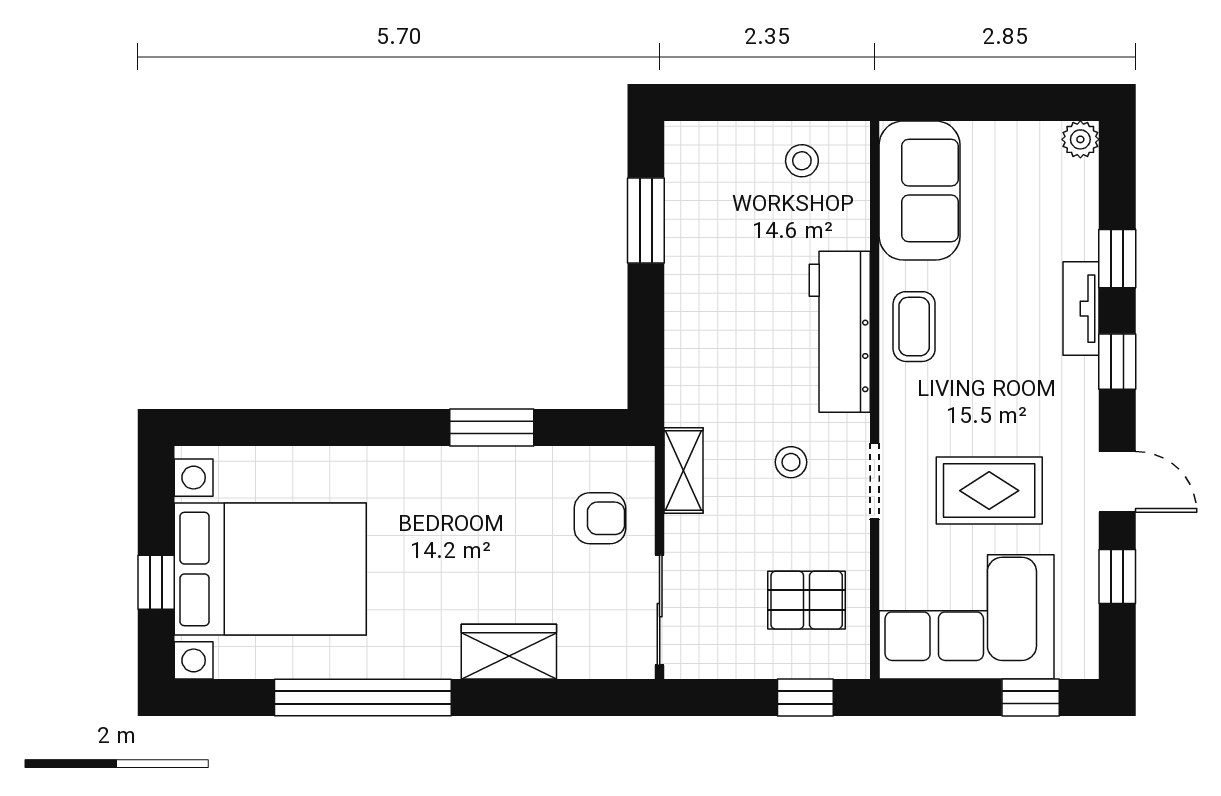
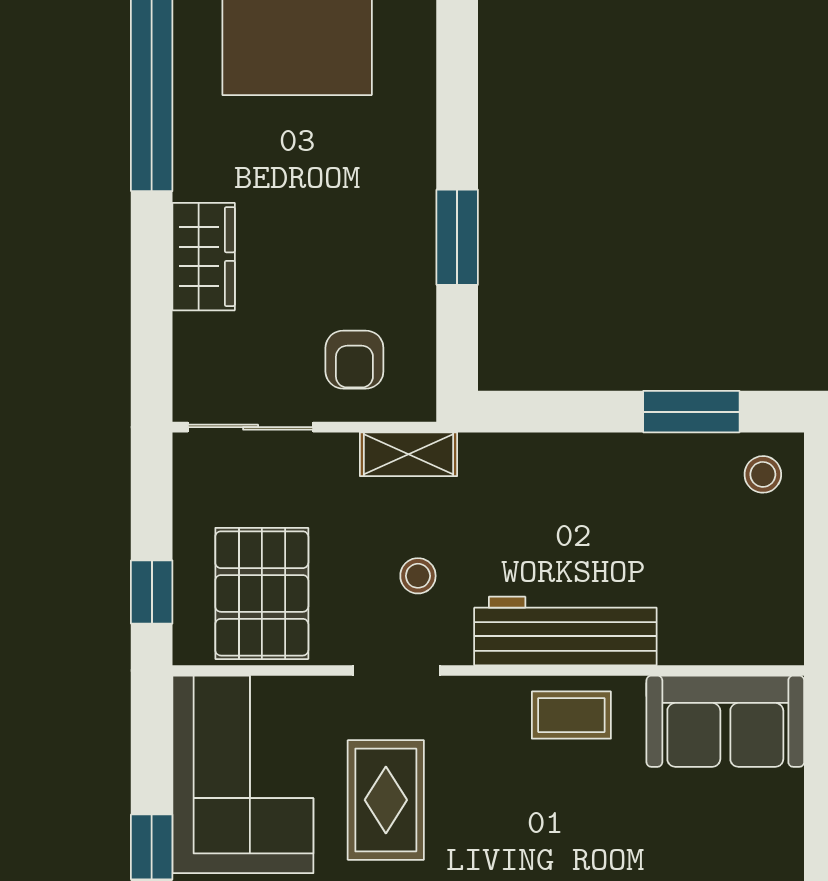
stool: (802, 161) -> (763, 474), moved
pallet: (807, 600) -> (262, 593), width x1.50, depth x1.42

